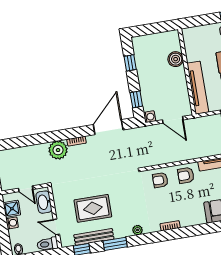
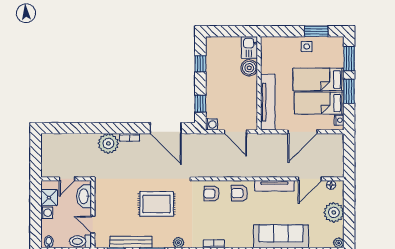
kitchen sink: (173, 41) -> (249, 48), added
door: (108, 127) -> (166, 128), swing flipped
door: (26, 189) -> (67, 179), hinge flipped
rug: (93, 208) -> (157, 204), moved

